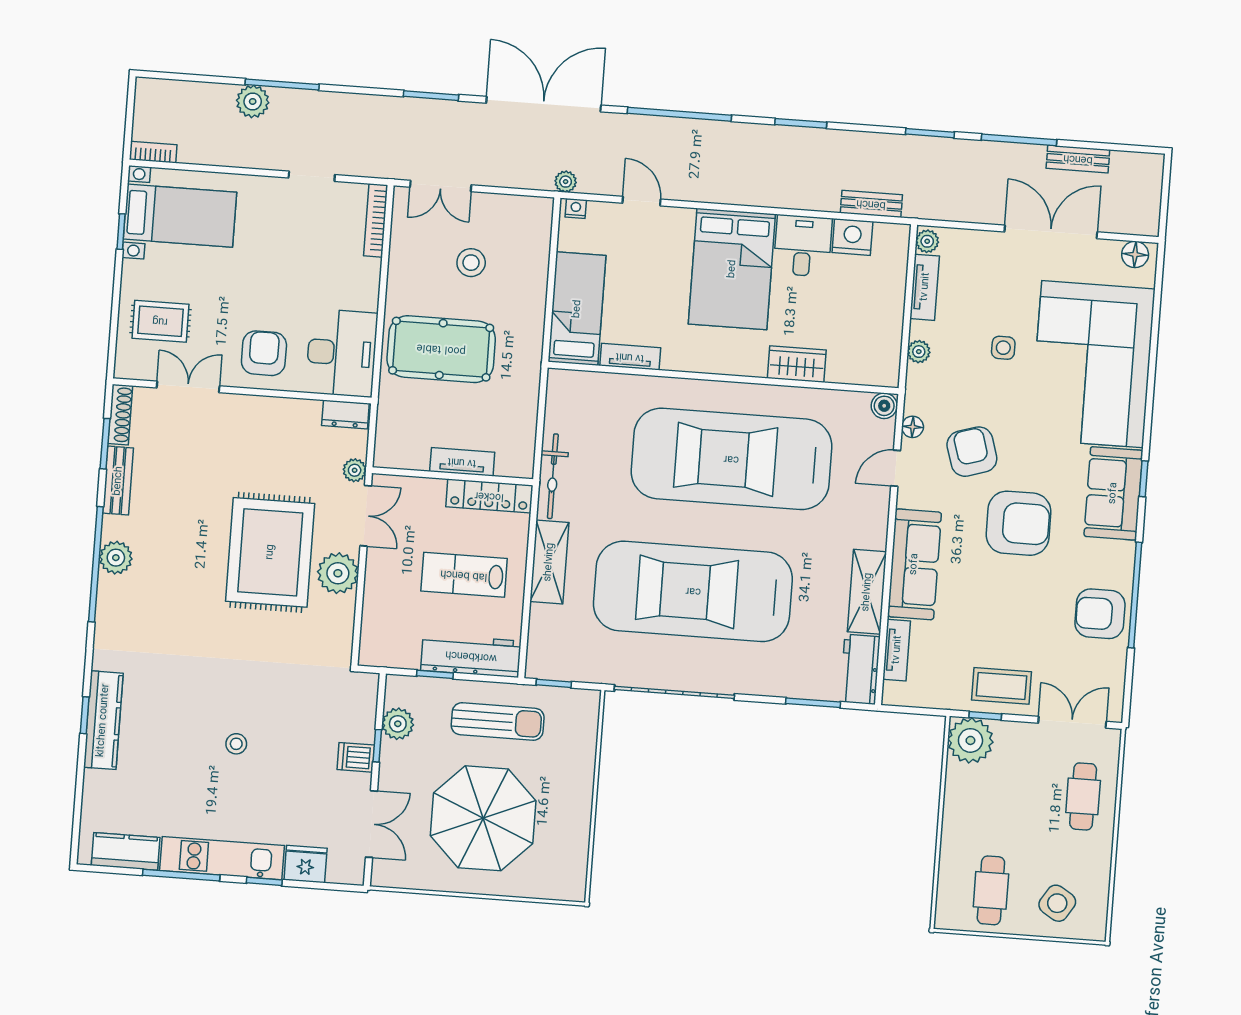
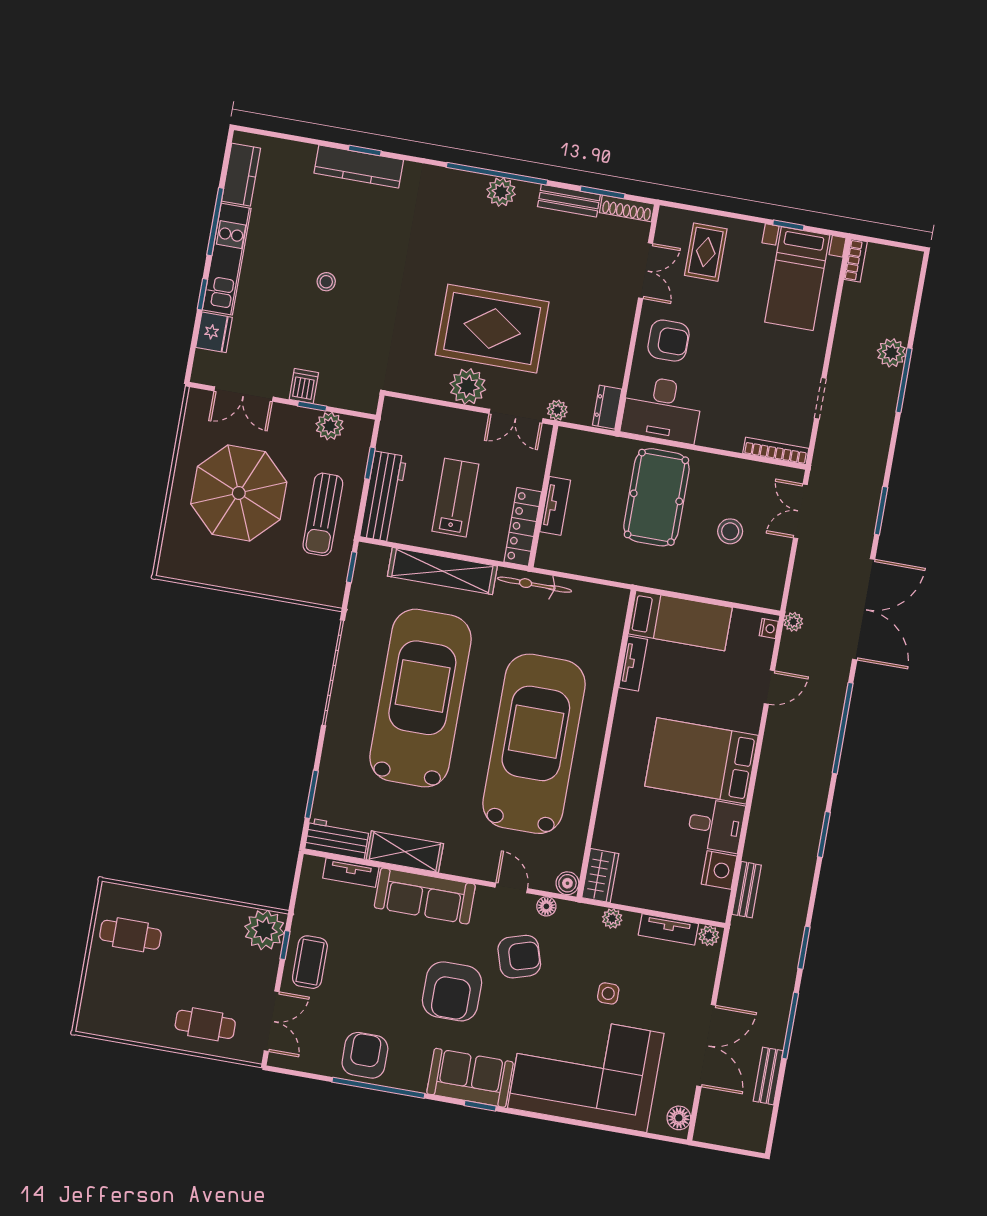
wardrobe: (797, 364) -> (600, 876), moved
shelving: (549, 562) -> (442, 571), width x1.47
side table: (1057, 903) -> (113, 992), removed

